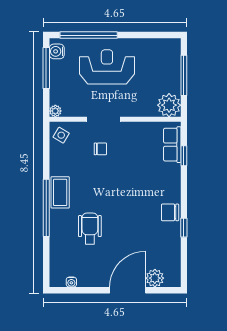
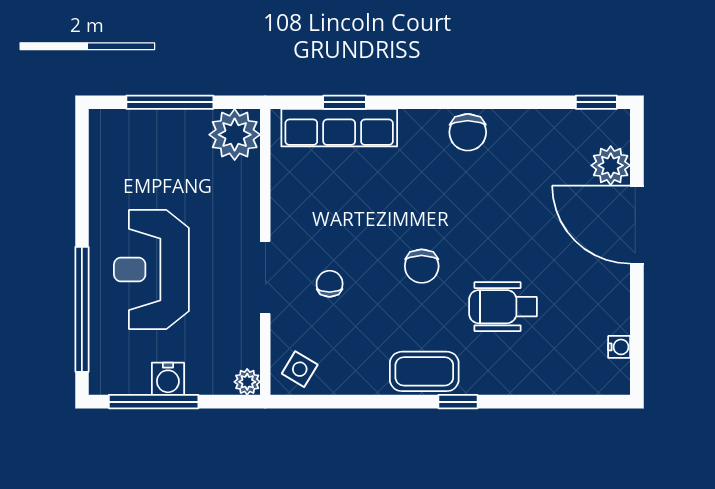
water cooler: (57, 51) -> (168, 379), moved
row of seats: (172, 145) -> (339, 128), width x1.48
chair: (109, 191) -> (422, 266), added
window: (46, 208) -> (458, 402), width x0.32
window: (184, 228) -> (596, 102), moved

